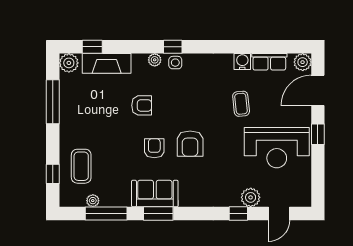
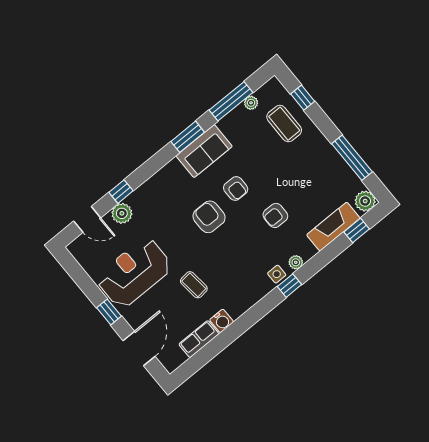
plant: (303, 62) -> (171, 362), removed
door: (279, 214) -> (87, 219), swing flipped

